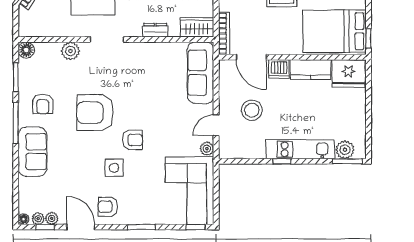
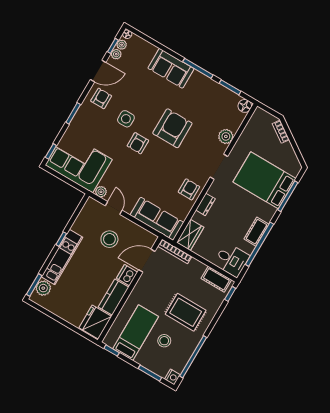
bed: (334, 31) -> (136, 333), width x0.67
armchair: (43, 104) -> (189, 189), moved, turned 90

